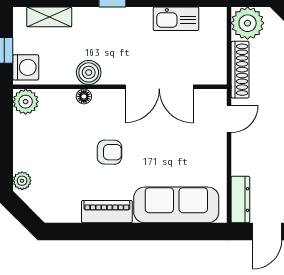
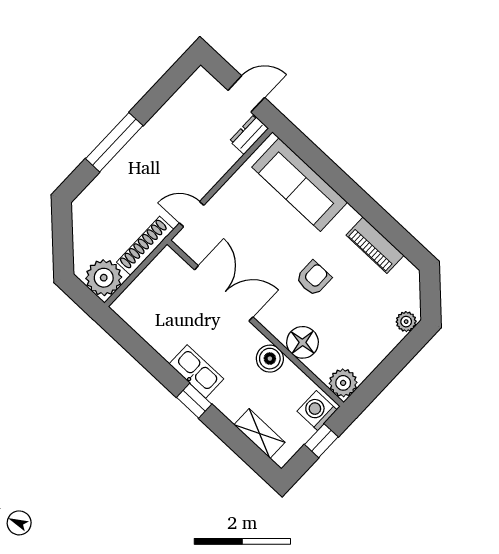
kitchen sink: (176, 19) -> (196, 371), moved
floor lamp: (84, 96) -> (303, 342), width x1.89, depth x1.89
armchair: (109, 152) -> (314, 278), turned 89
dresser: (240, 200) -> (249, 135), width x0.70
piano: (107, 212) -> (375, 245), moved

